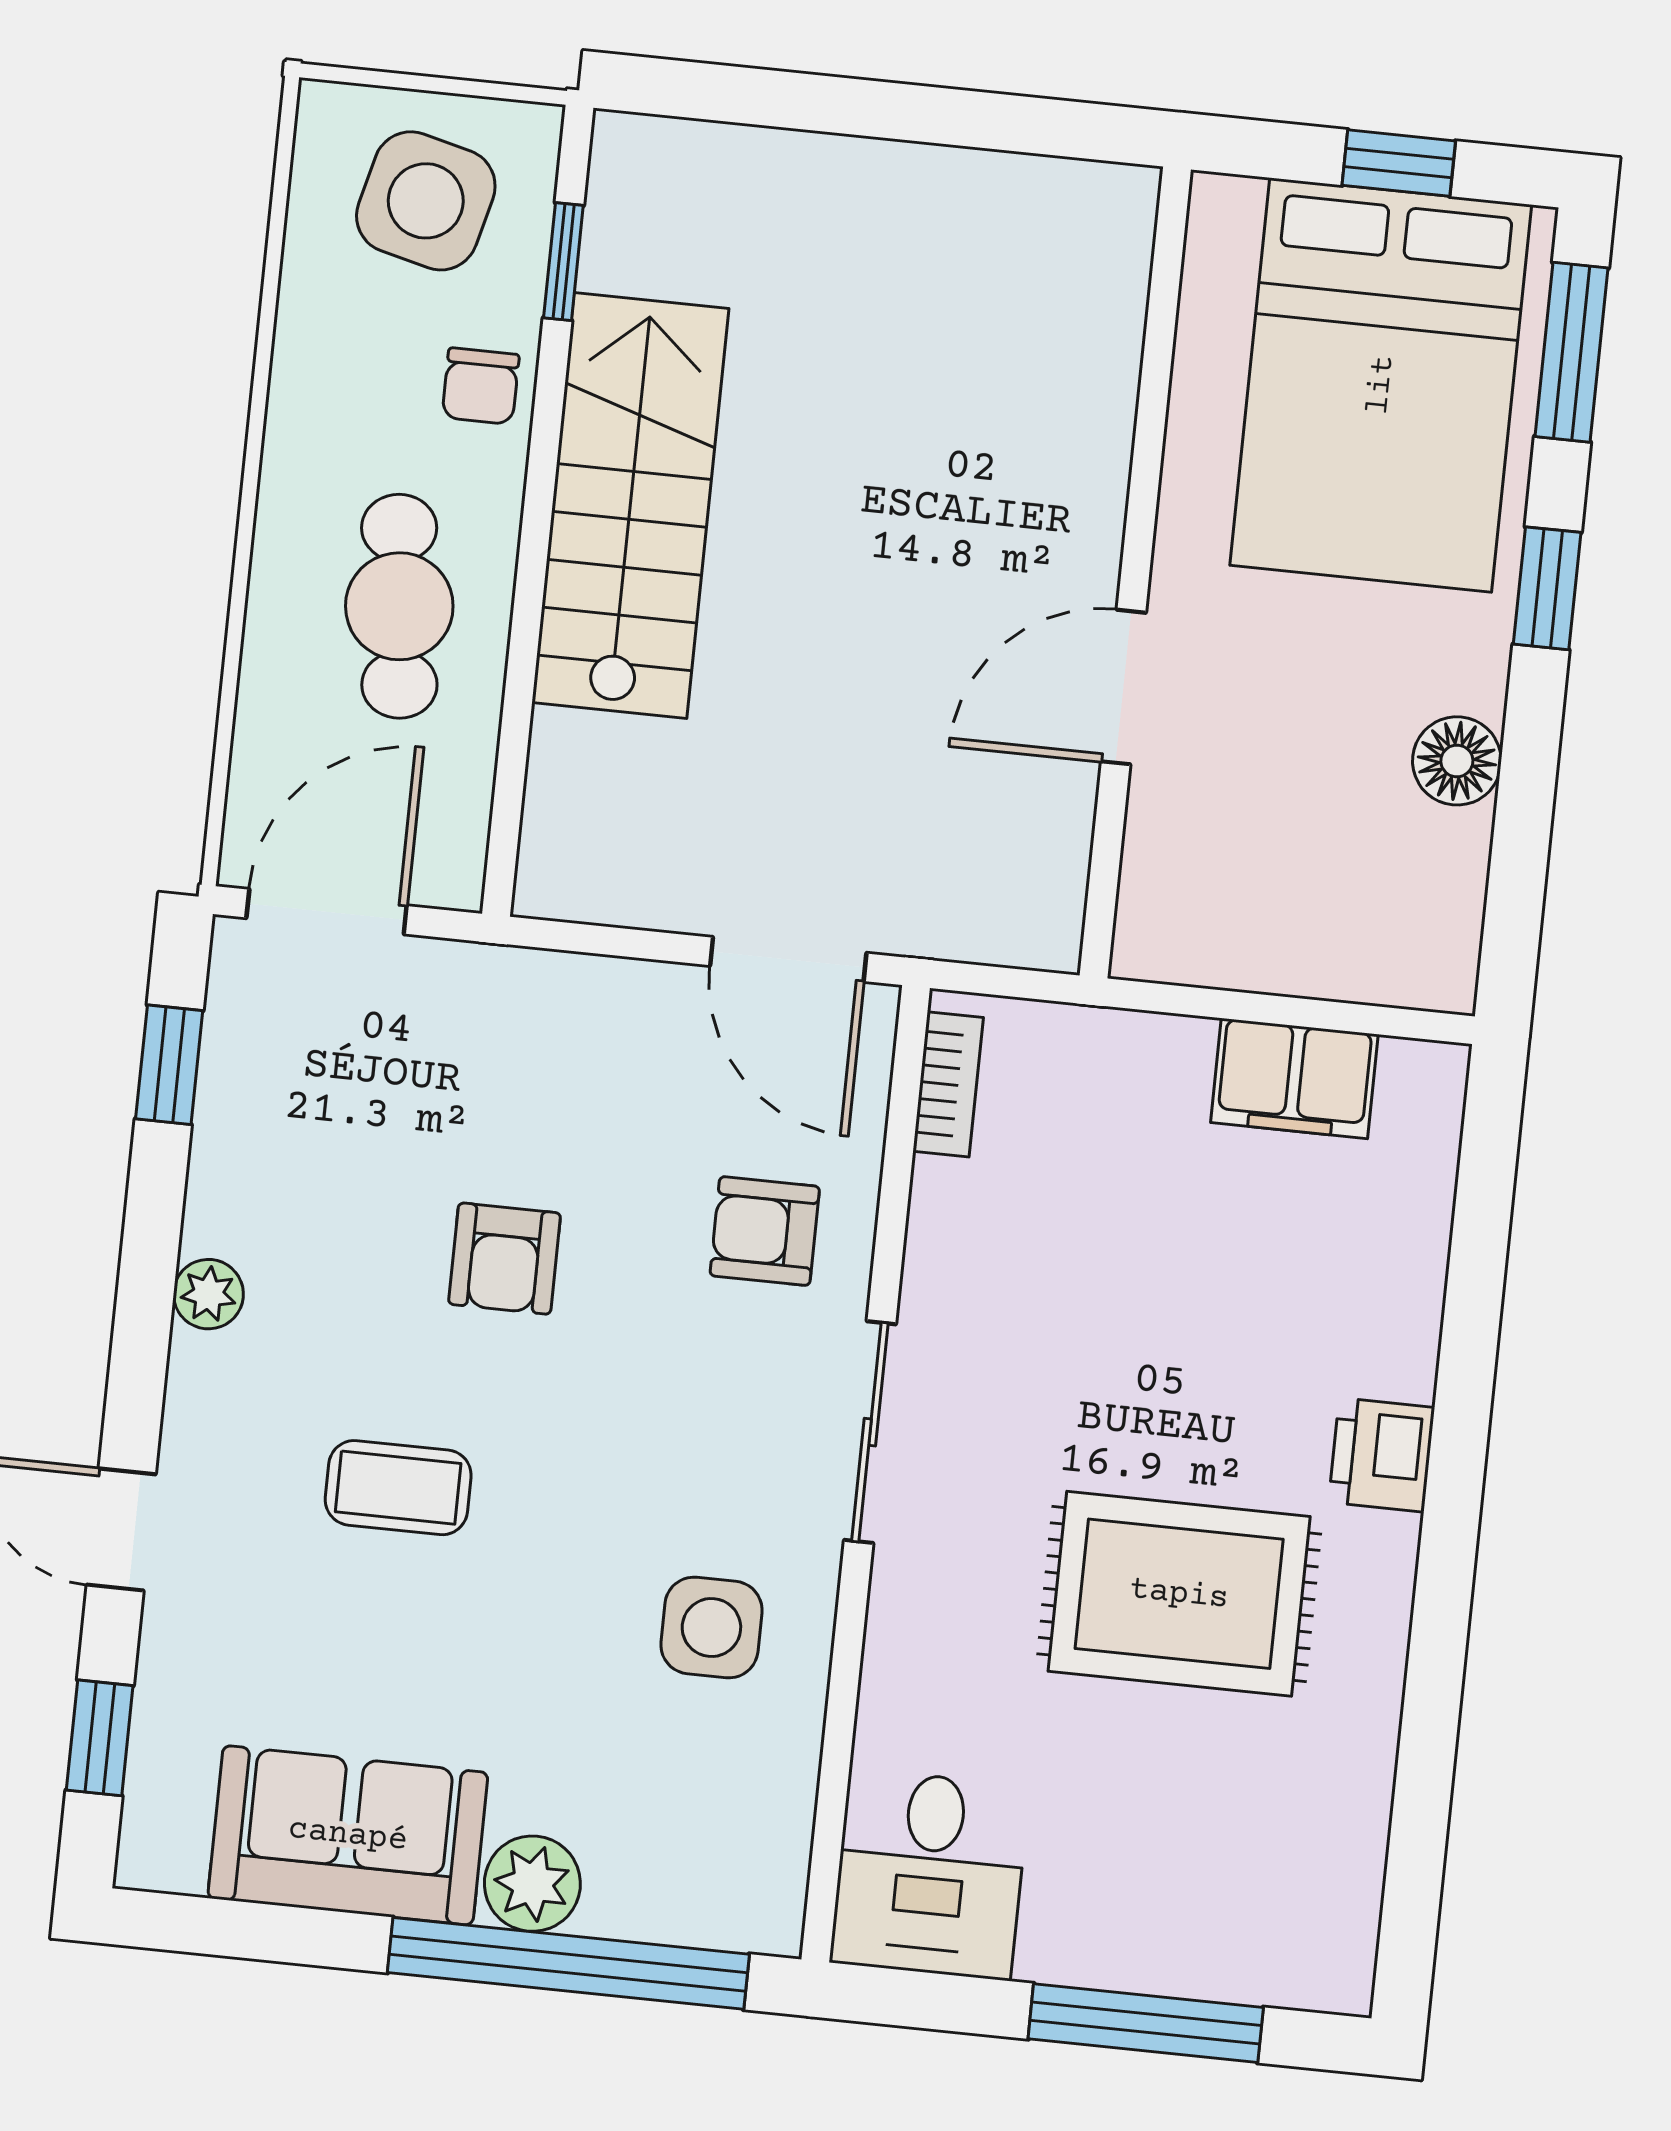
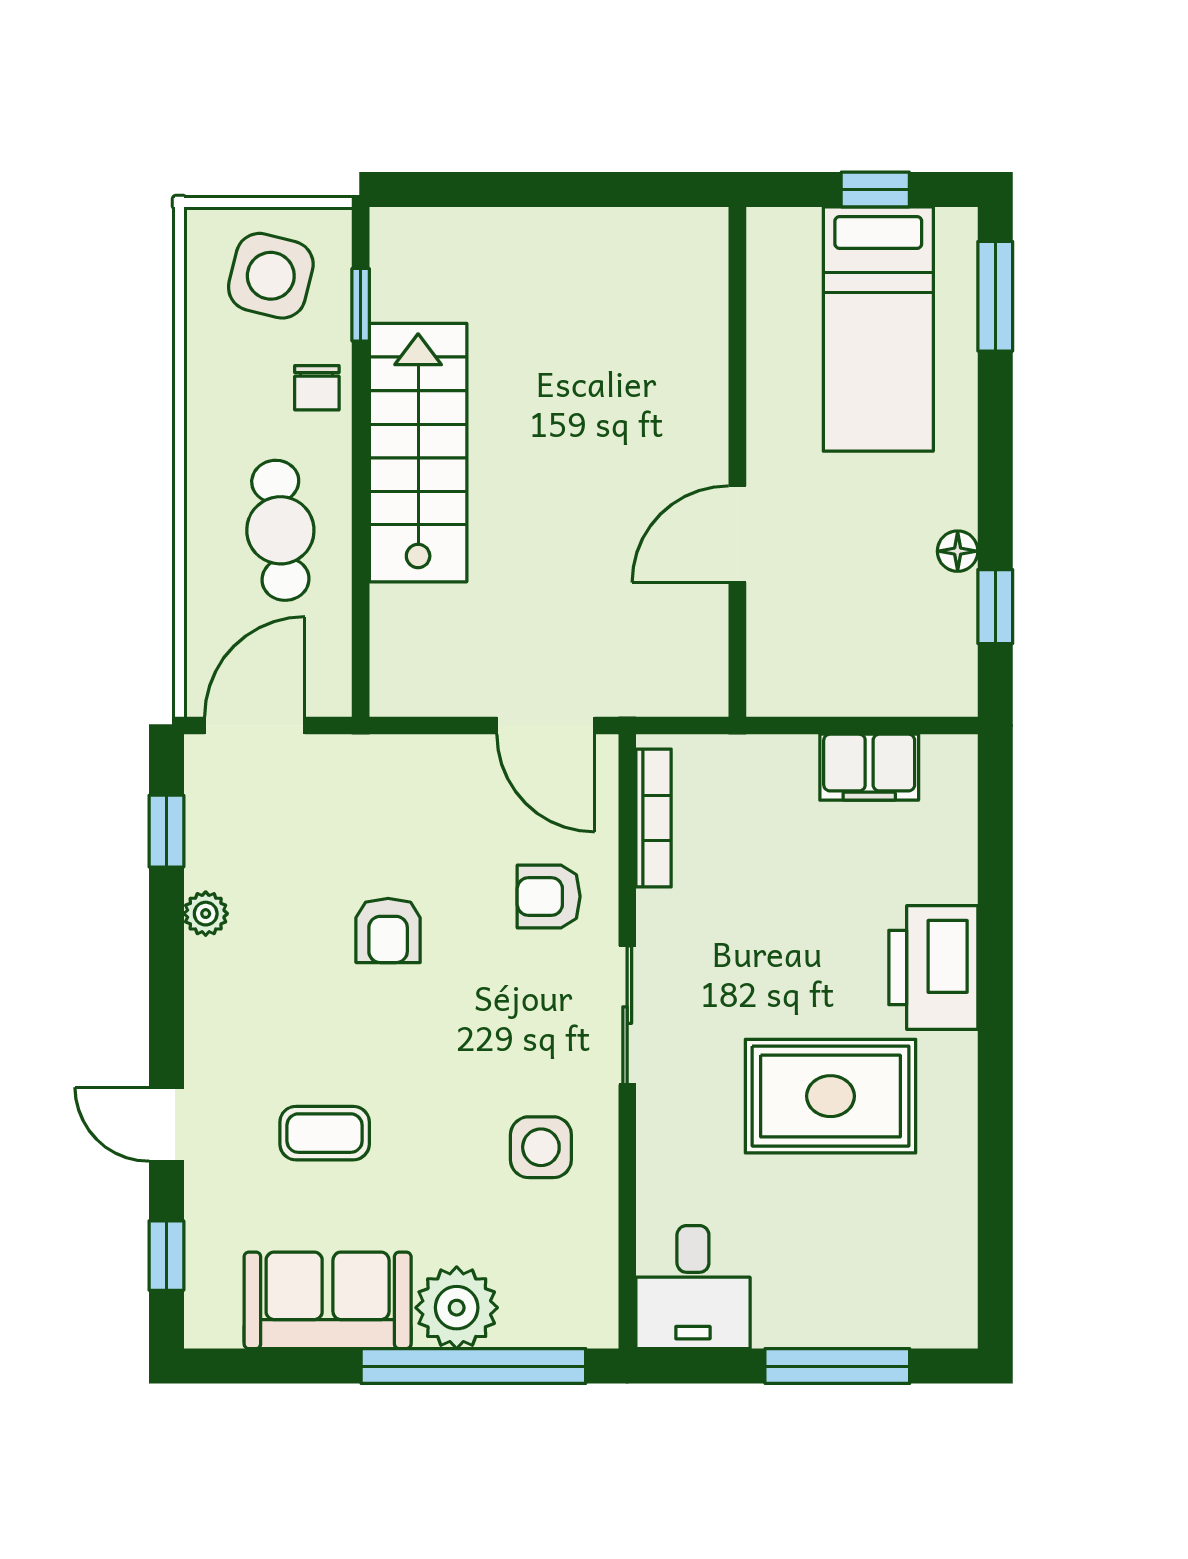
bed: (1381, 385) -> (878, 329), width x0.67
window: (1547, 588) -> (995, 607), moved
floor lamp: (1457, 761) -> (958, 551), width x0.73, depth x0.73
bookcase: (948, 1084) -> (654, 818), width x1.56
plant: (208, 1294) -> (206, 914), moved
printer: (1381, 1455) -> (933, 968), width x1.87, depth x1.48
coffee table: (398, 1488) -> (325, 1133), moved
plant: (532, 1884) -> (457, 1308), width x1.36, depth x1.36

